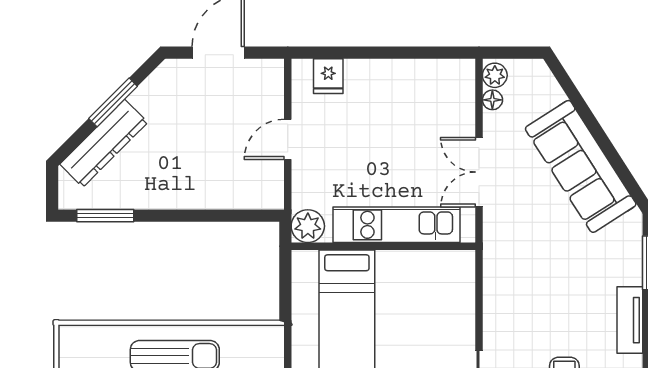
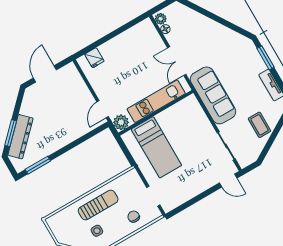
window: (113, 102) -> (11, 133), moved
door: (288, 139) -> (103, 109), moved
sofa: (581, 166) -> (213, 95), moved, turned -147

